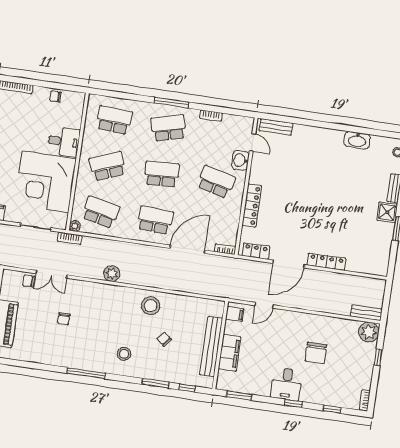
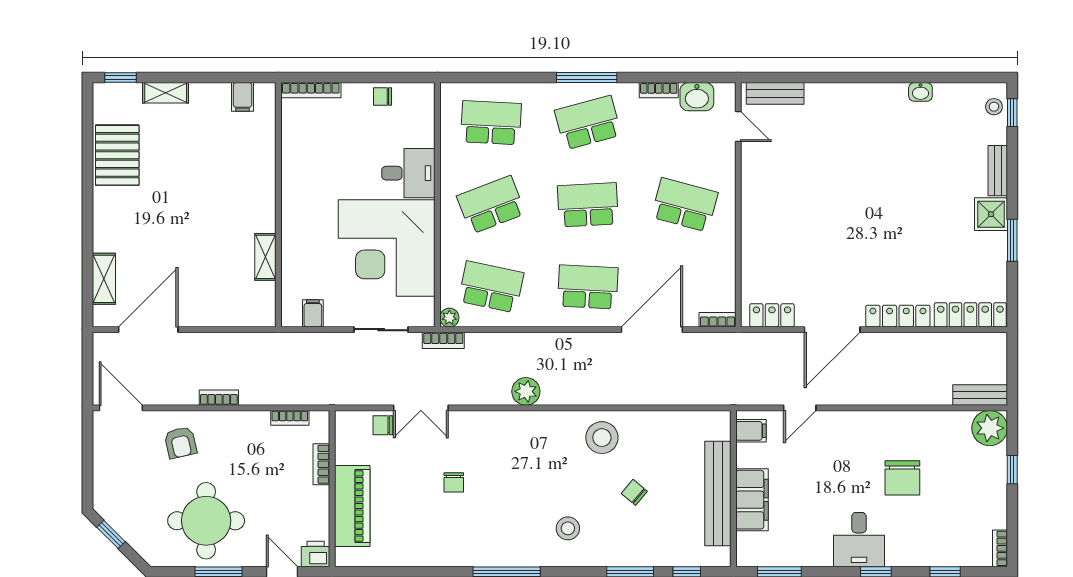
washbasin: (357, 140) -> (920, 92), width x0.52, depth x0.69
washbasin: (240, 160) -> (697, 97), moved, turned -90
locker: (252, 206) -> (970, 315), moved, turned -90

